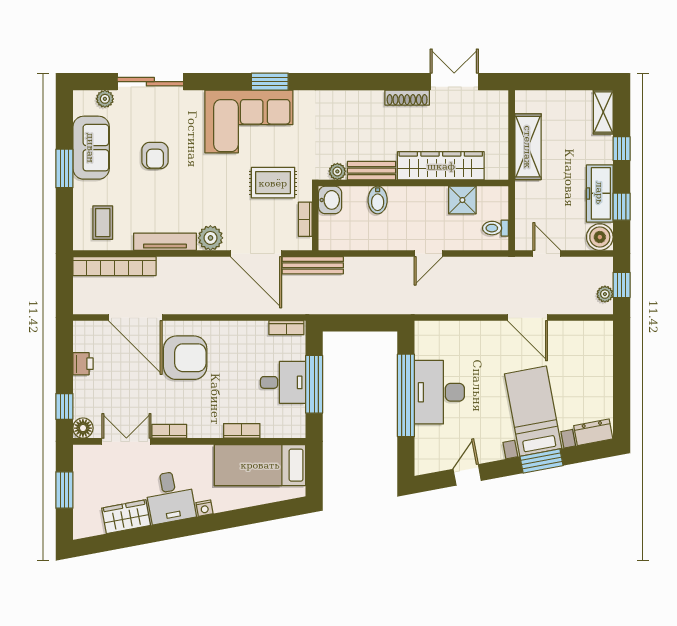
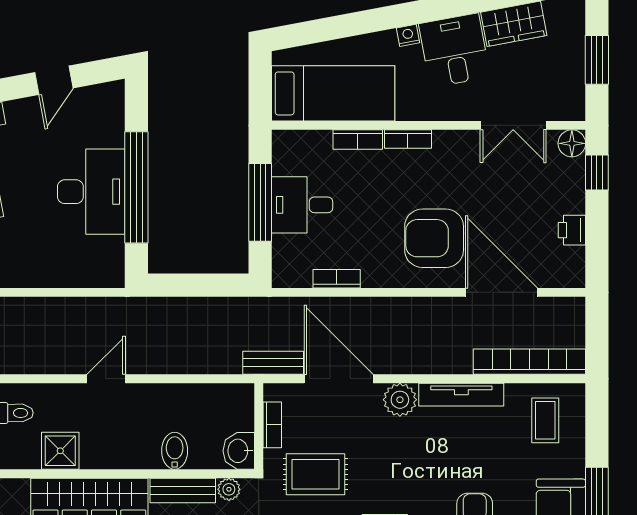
bench: (313, 265) -> (273, 363), width x0.73
bookcase: (286, 328) -> (337, 279), moved
bookcase: (169, 431) -> (408, 139), moved

